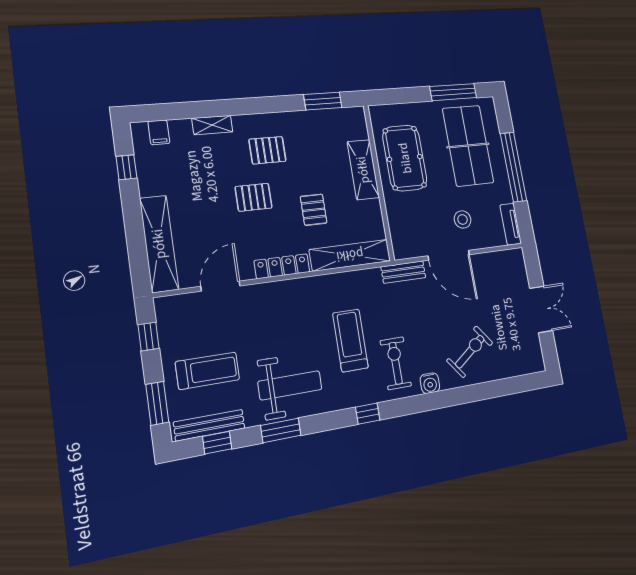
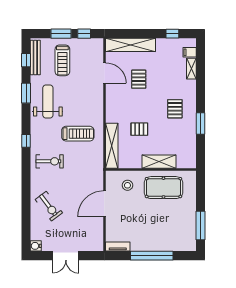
window: (323, 101) -> (201, 123), moved
shelving: (212, 125) -> (191, 69), moved
table tennis table: (468, 146) -> (167, 229), removed
pallet: (254, 197) -> (139, 79), moved
stool: (463, 219) -> (127, 185), moved
locker: (282, 266) -> (111, 107), removed
bench: (403, 272) -> (99, 175), removed
treadmill: (350, 340) -> (78, 134), moved
water cooler: (430, 383) -> (36, 246), moved
weight bench: (290, 385) -> (48, 102), turned 180
window: (157, 403) -> (61, 34), moved

